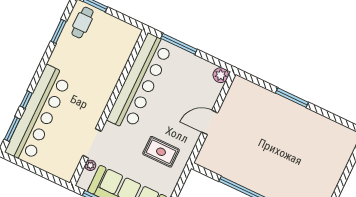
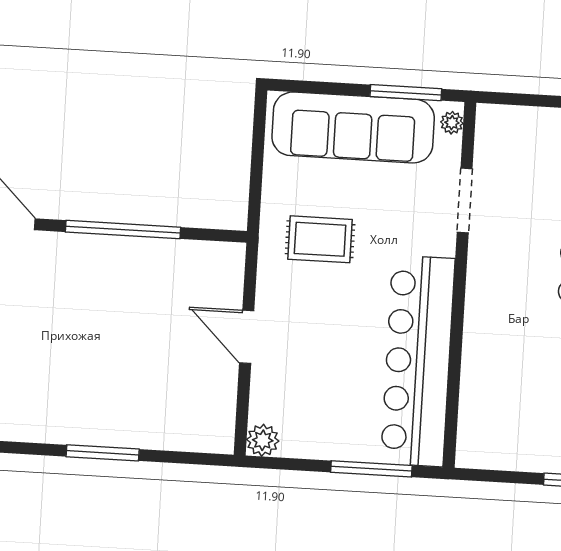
door: (210, 122) -> (247, 337), swing flipped
plant: (90, 165) -> (452, 123), moved

